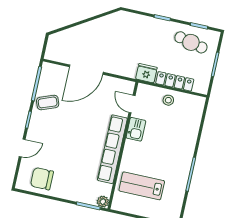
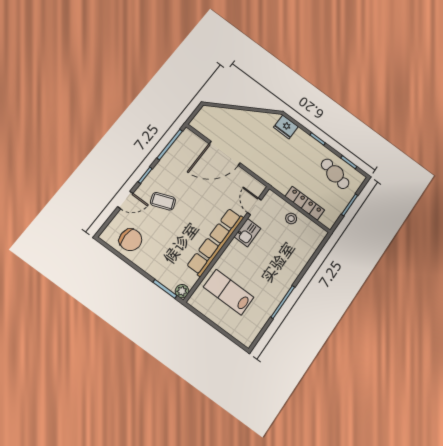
fridge: (146, 73) -> (286, 127), moved, turned 180
coffee table: (48, 102) -> (163, 201), moved
chair: (42, 179) -> (131, 240), turned 180

